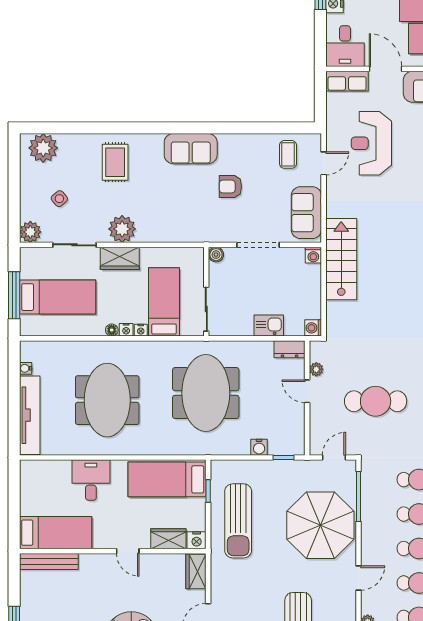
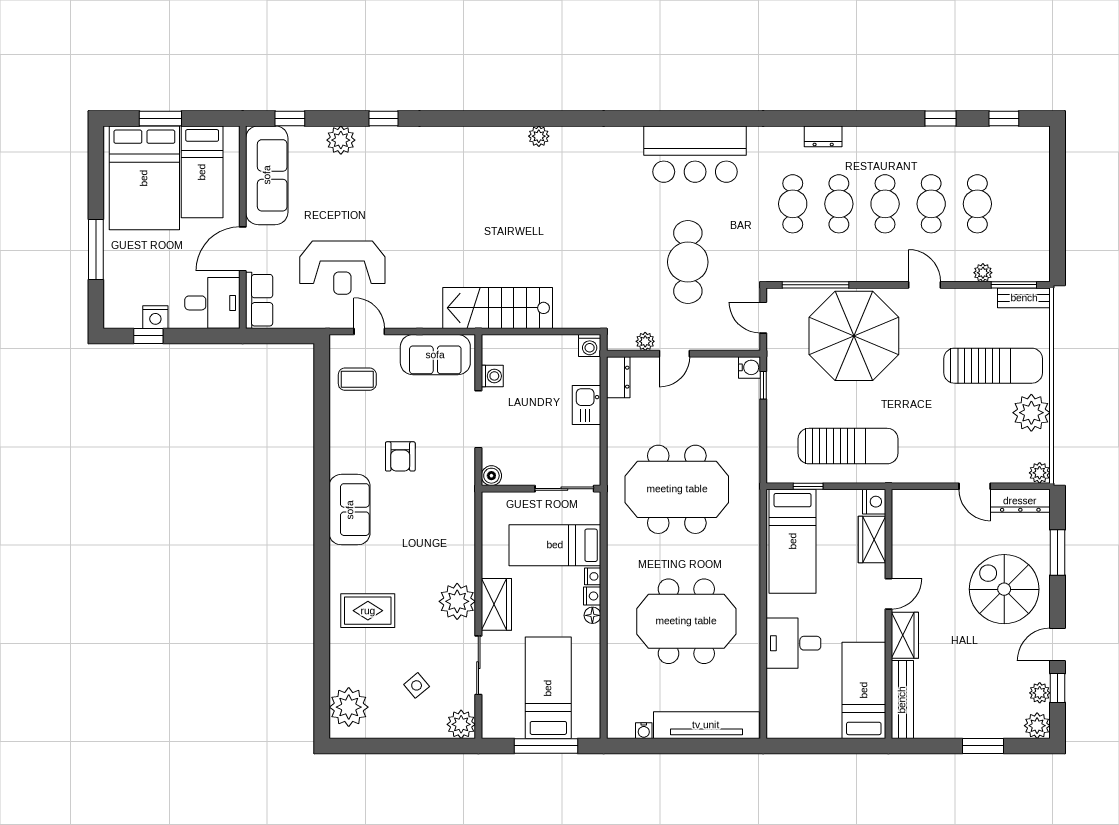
washing machine: (313, 255) -> (492, 376), moved
water cooler: (259, 447) -> (749, 367), moved
wardrobe: (196, 571) -> (905, 635), moved, turned -90

